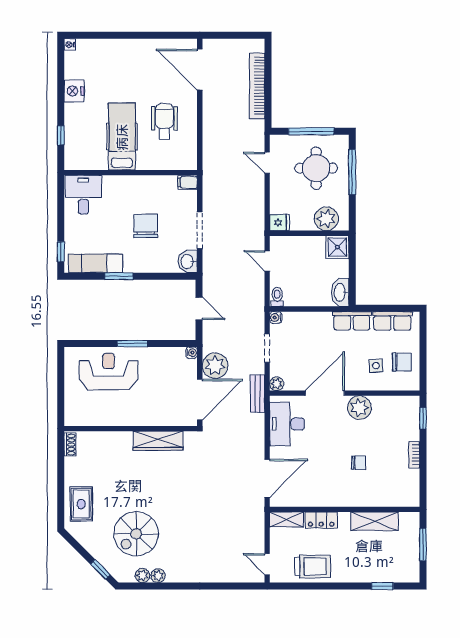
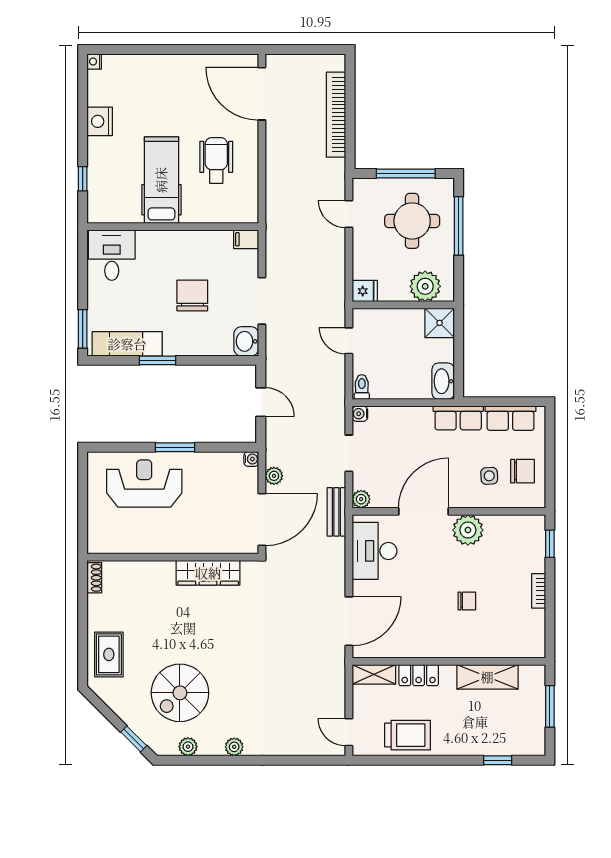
window: (61, 252) -> (83, 329), width x1.50
plant: (215, 366) -> (274, 476), width x0.53, depth x0.53
plant: (158, 576) -> (234, 747), moved

